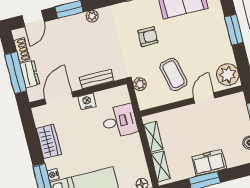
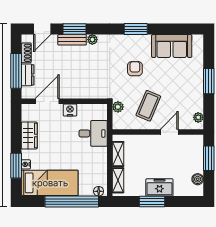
armchair: (148, 37) -> (135, 69), turned -90
coffee table: (173, 74) -> (148, 106), turned 36
plant: (228, 75) -> (198, 117), width x0.53, depth x0.53
bench: (97, 79) -> (72, 40), moved

